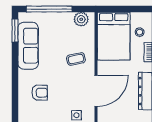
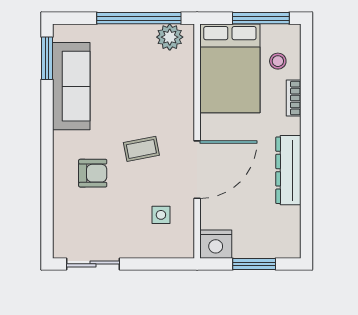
window: (49, 9) -> (139, 18), moved
window: (130, 9) -> (261, 18), added
coffee table: (76, 59) -> (141, 149), moved

